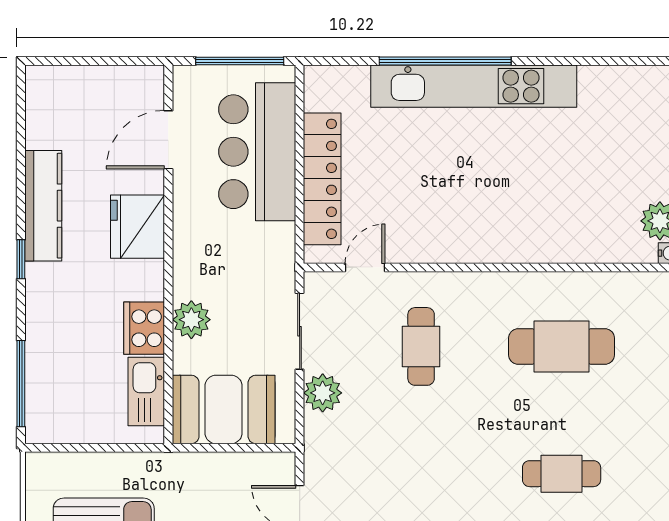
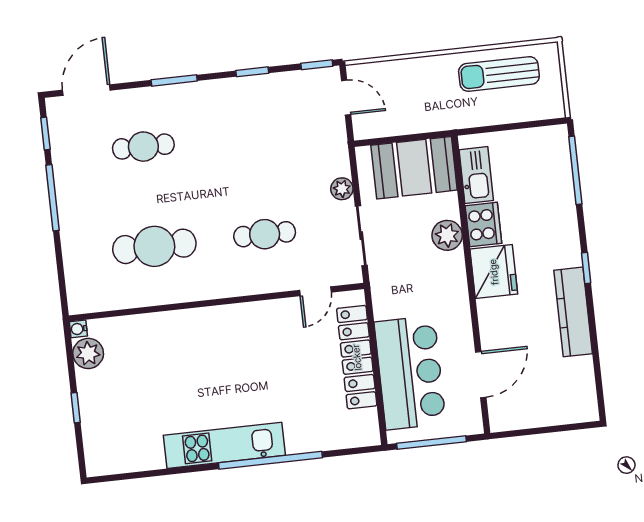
kitchen unit: (474, 86) -> (224, 445), width x0.73
fridge: (138, 227) -> (494, 272), moved
cafe table: (421, 346) -> (265, 234), turned 90
plant: (323, 393) -> (342, 189), width x0.73, depth x0.73

